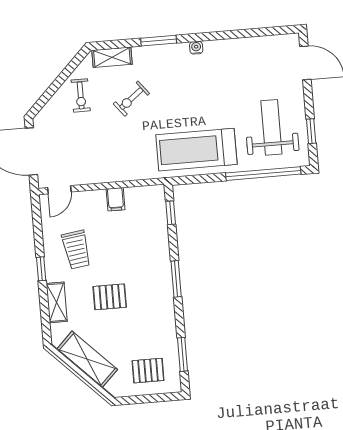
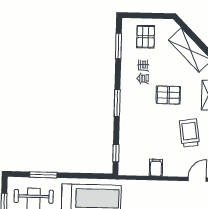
window: (263, 174) -> (43, 175), width x0.47
pallet: (148, 371) -> (146, 37), turned 90

